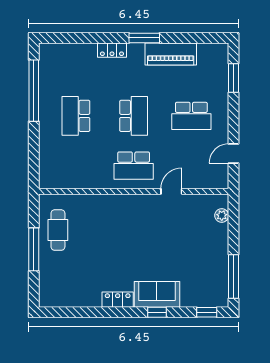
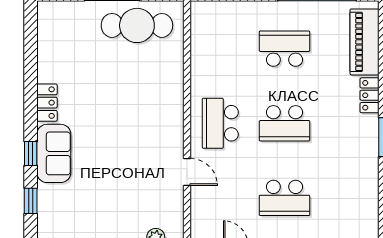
piano: (171, 54) -> (365, 42), moved
school desk: (191, 116) -> (285, 198), turned -90
cafe table: (58, 230) -> (137, 25), width x1.37, depth x1.35
window: (207, 312) -> (31, 201), moved

